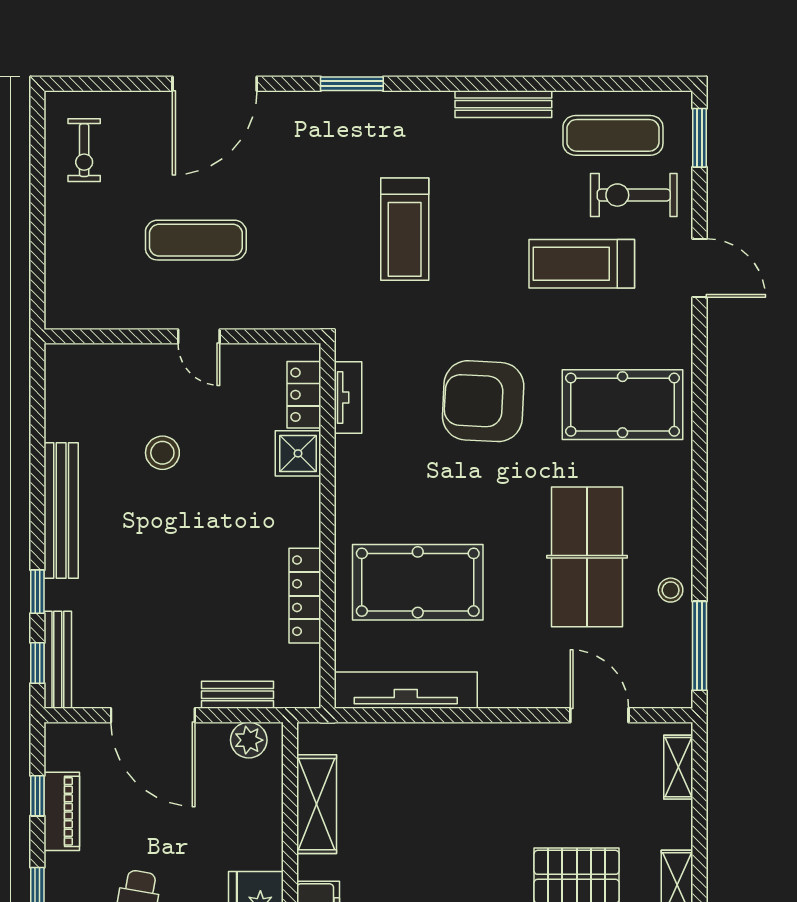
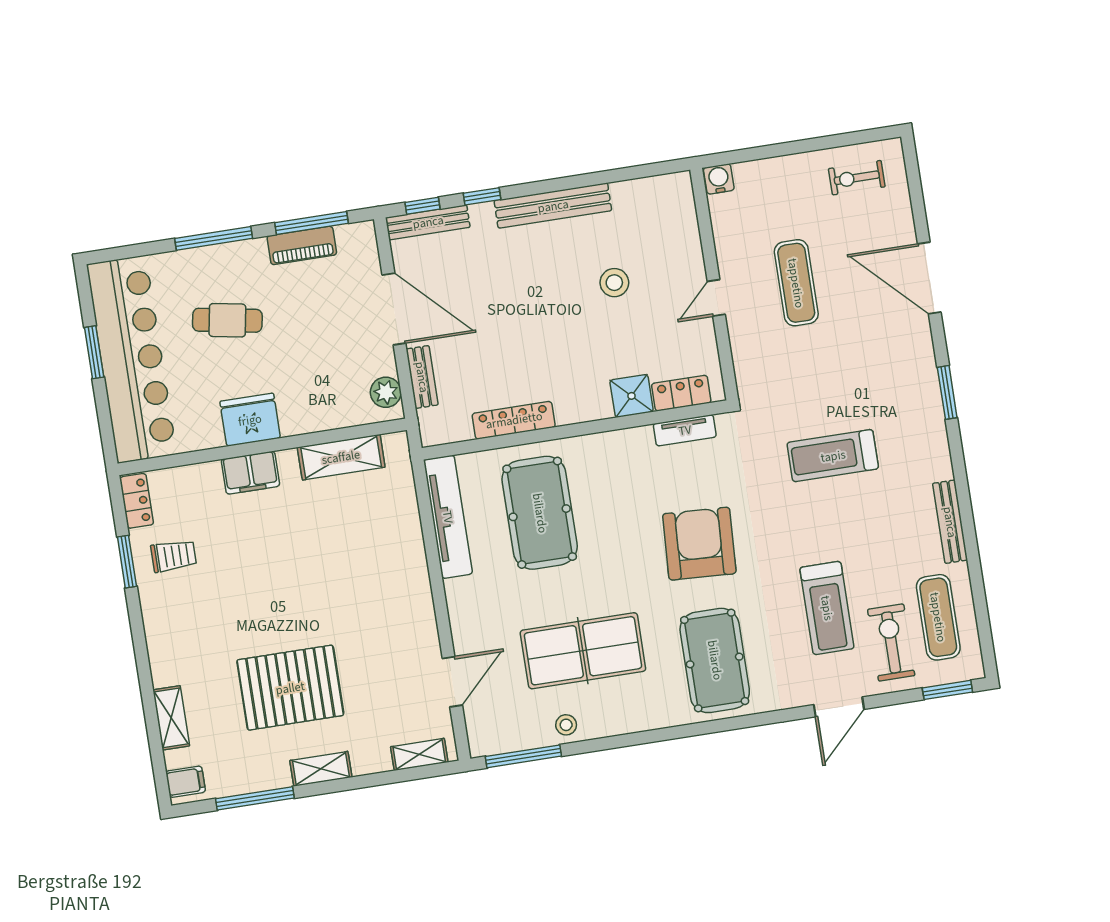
treadmill: (582, 264) -> (827, 608), turned 180
water cooler: (60, 312) -> (719, 179), added
door: (153, 715) -> (394, 309), swing flipped
window: (37, 796) -> (312, 223), width x2.17

